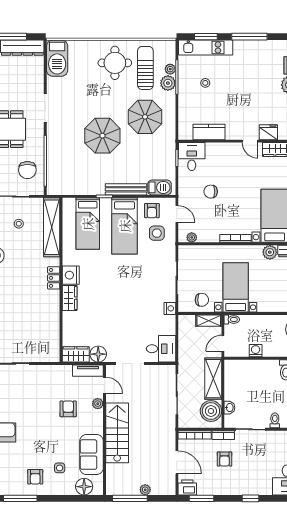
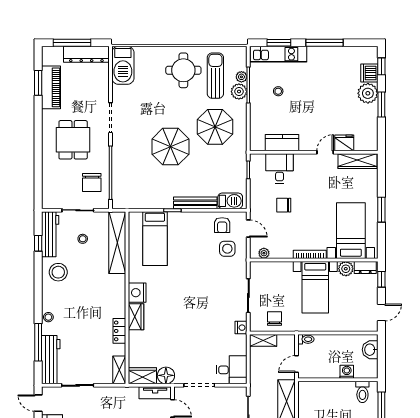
door: (250, 141) -> (325, 152), swing flipped
desk: (192, 157) -> (280, 168), moved
bed: (125, 226) -> (194, 241), removed
locker: (54, 278) -> (119, 331), moved
bed with nightstands: (236, 287) -> (315, 287), moved, turned 180
chair: (202, 300) -> (275, 319), turned -90
shelving: (209, 321) -> (263, 340), moved
shelving: (54, 349) -> (119, 370), added
washing machine: (256, 351) -> (347, 372), moved

